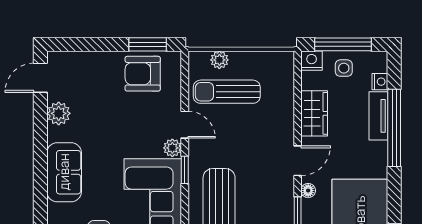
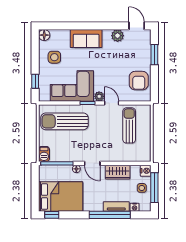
window: (148, 44) -> (154, 55), moved
plant: (219, 60) -> (146, 122), removed
armchair: (143, 74) -> (139, 81), turned 180
door: (185, 125) -> (112, 103), swing flipped

